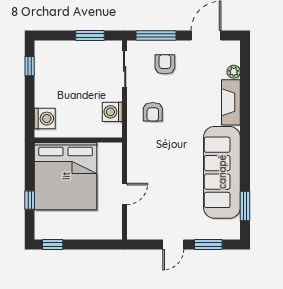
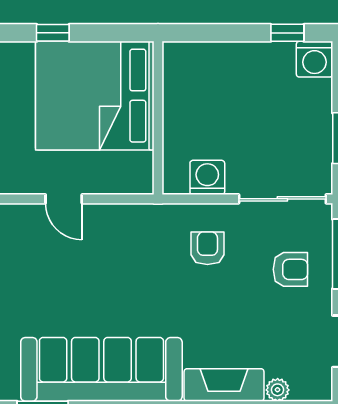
sliding door: (125, 69) -> (282, 199), width x1.37
armchair: (153, 112) -> (207, 248), turned 90
washing machine: (45, 119) -> (314, 59), moved

